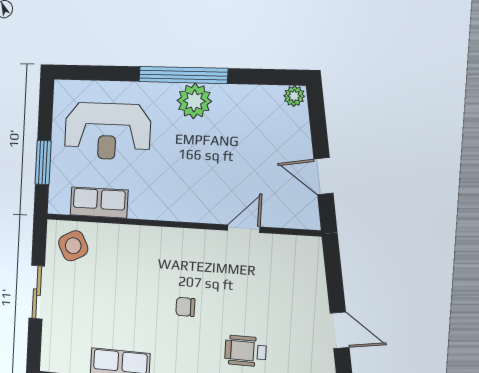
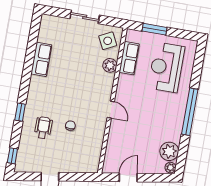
plant: (194, 101) -> (169, 151), moved
door: (244, 229) -> (111, 110), moved
plant: (116, 237) -> (110, 65), added
chair: (185, 307) -> (70, 126), moved

